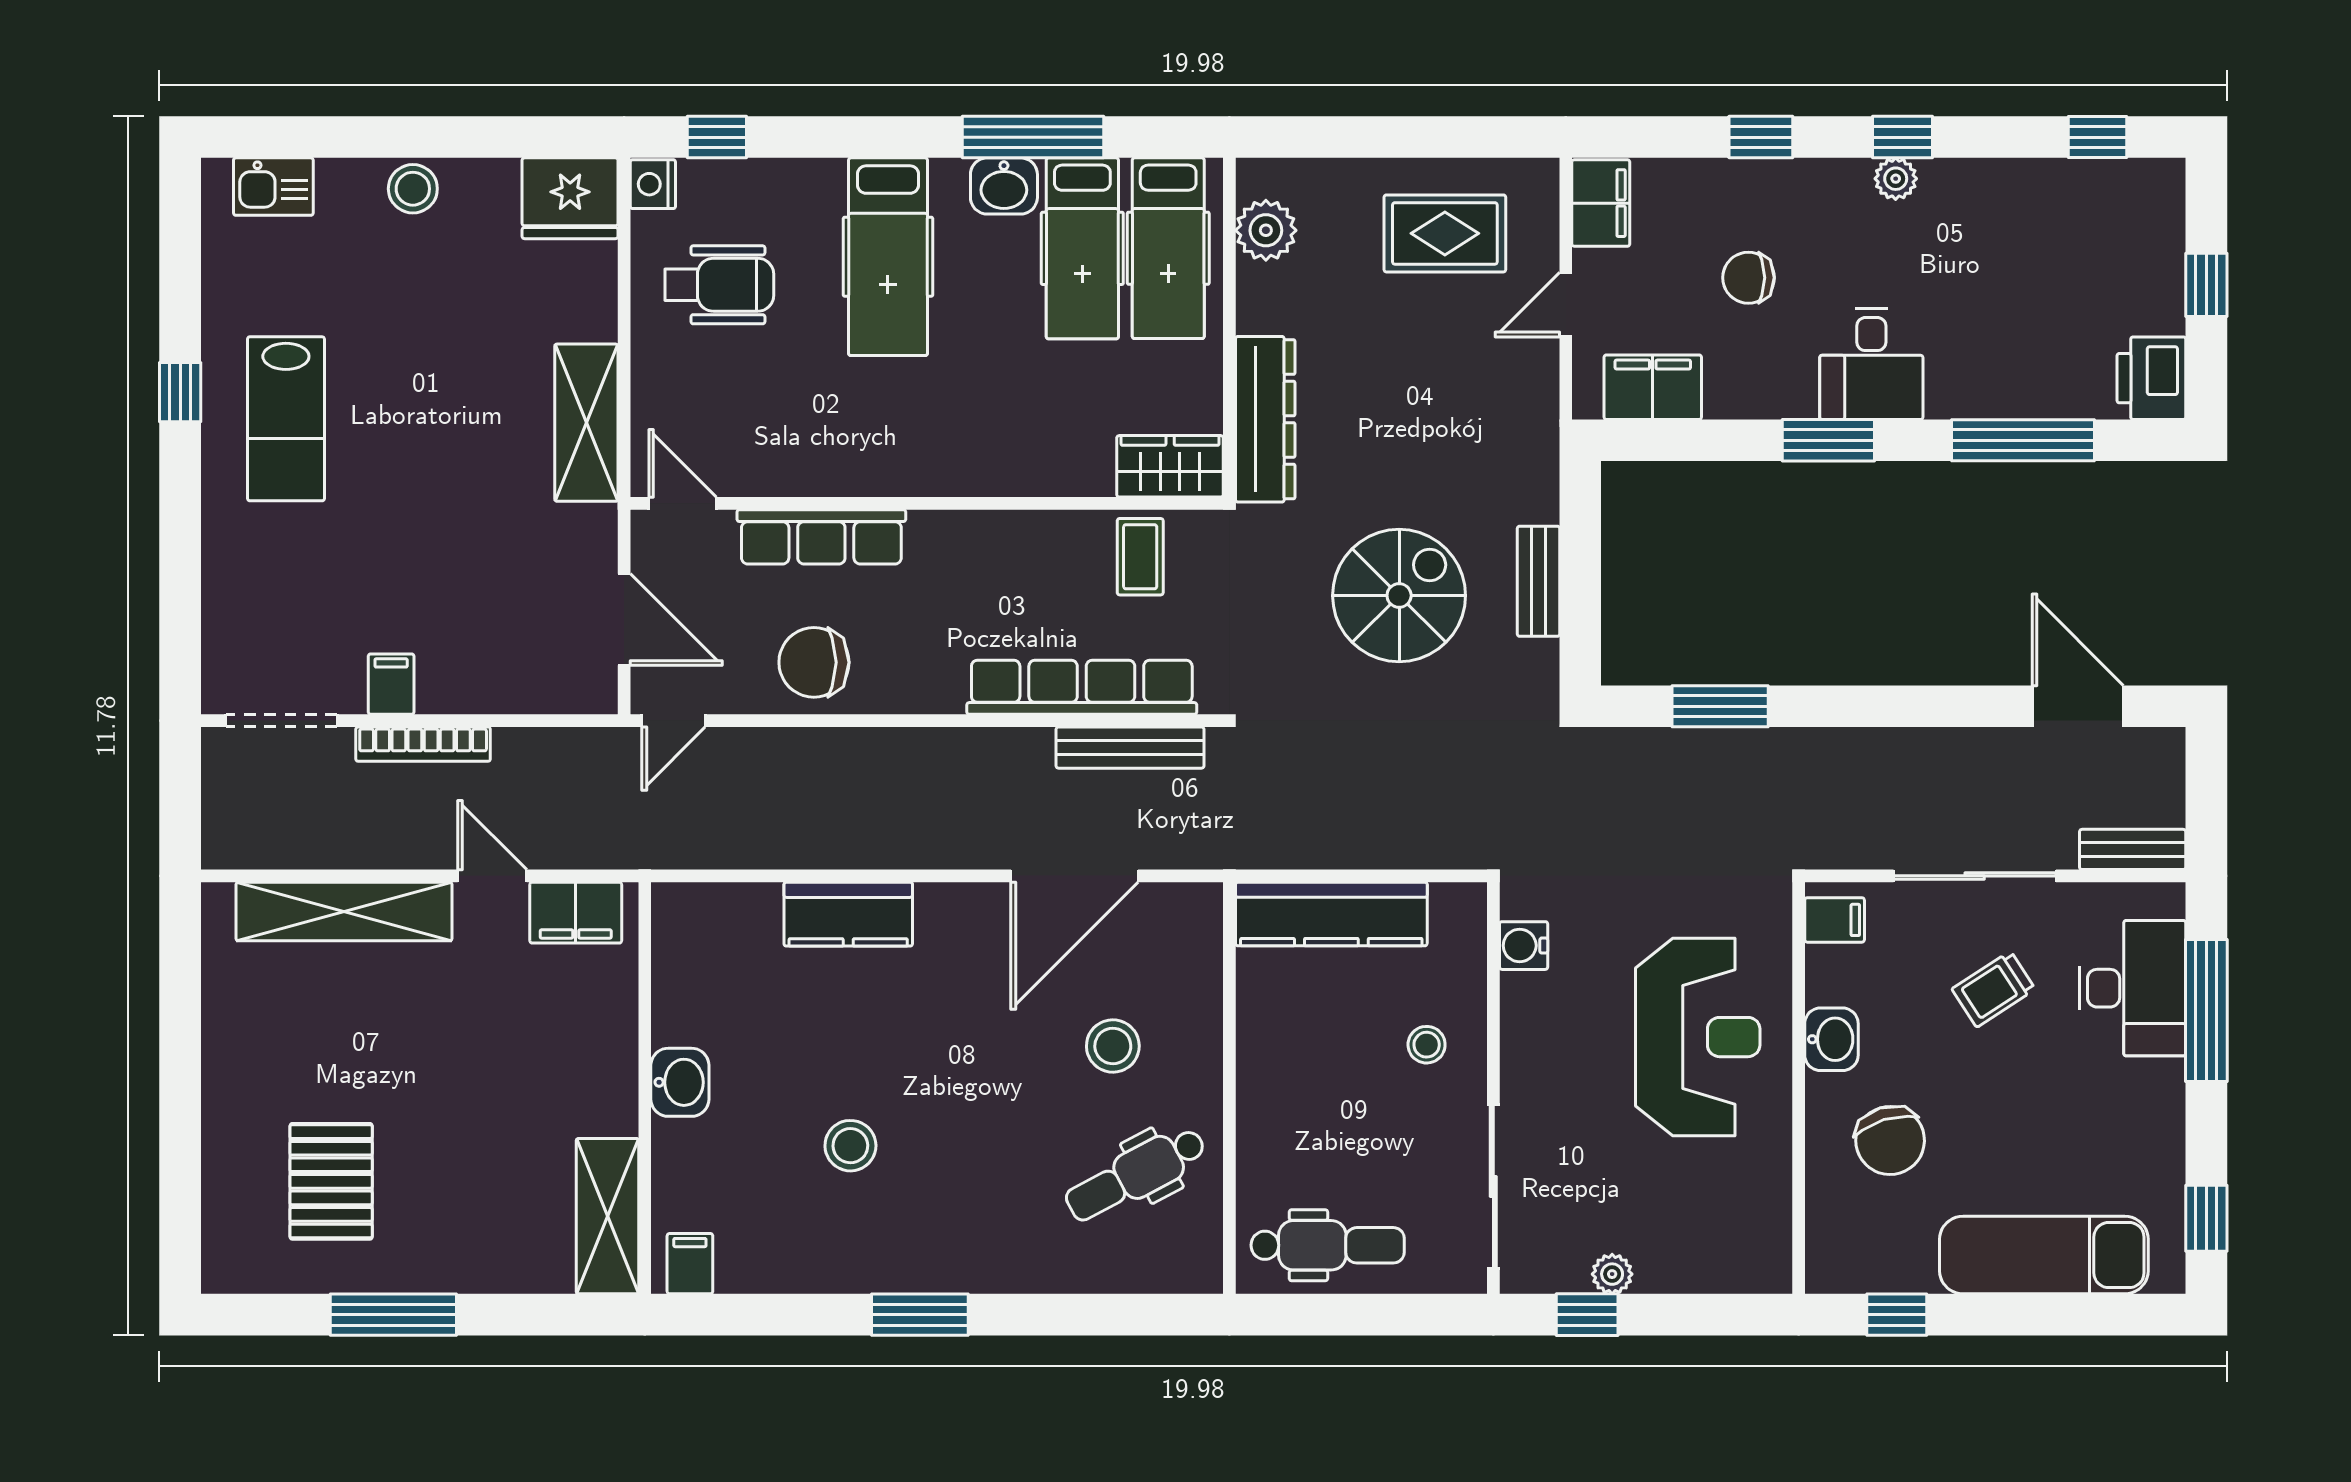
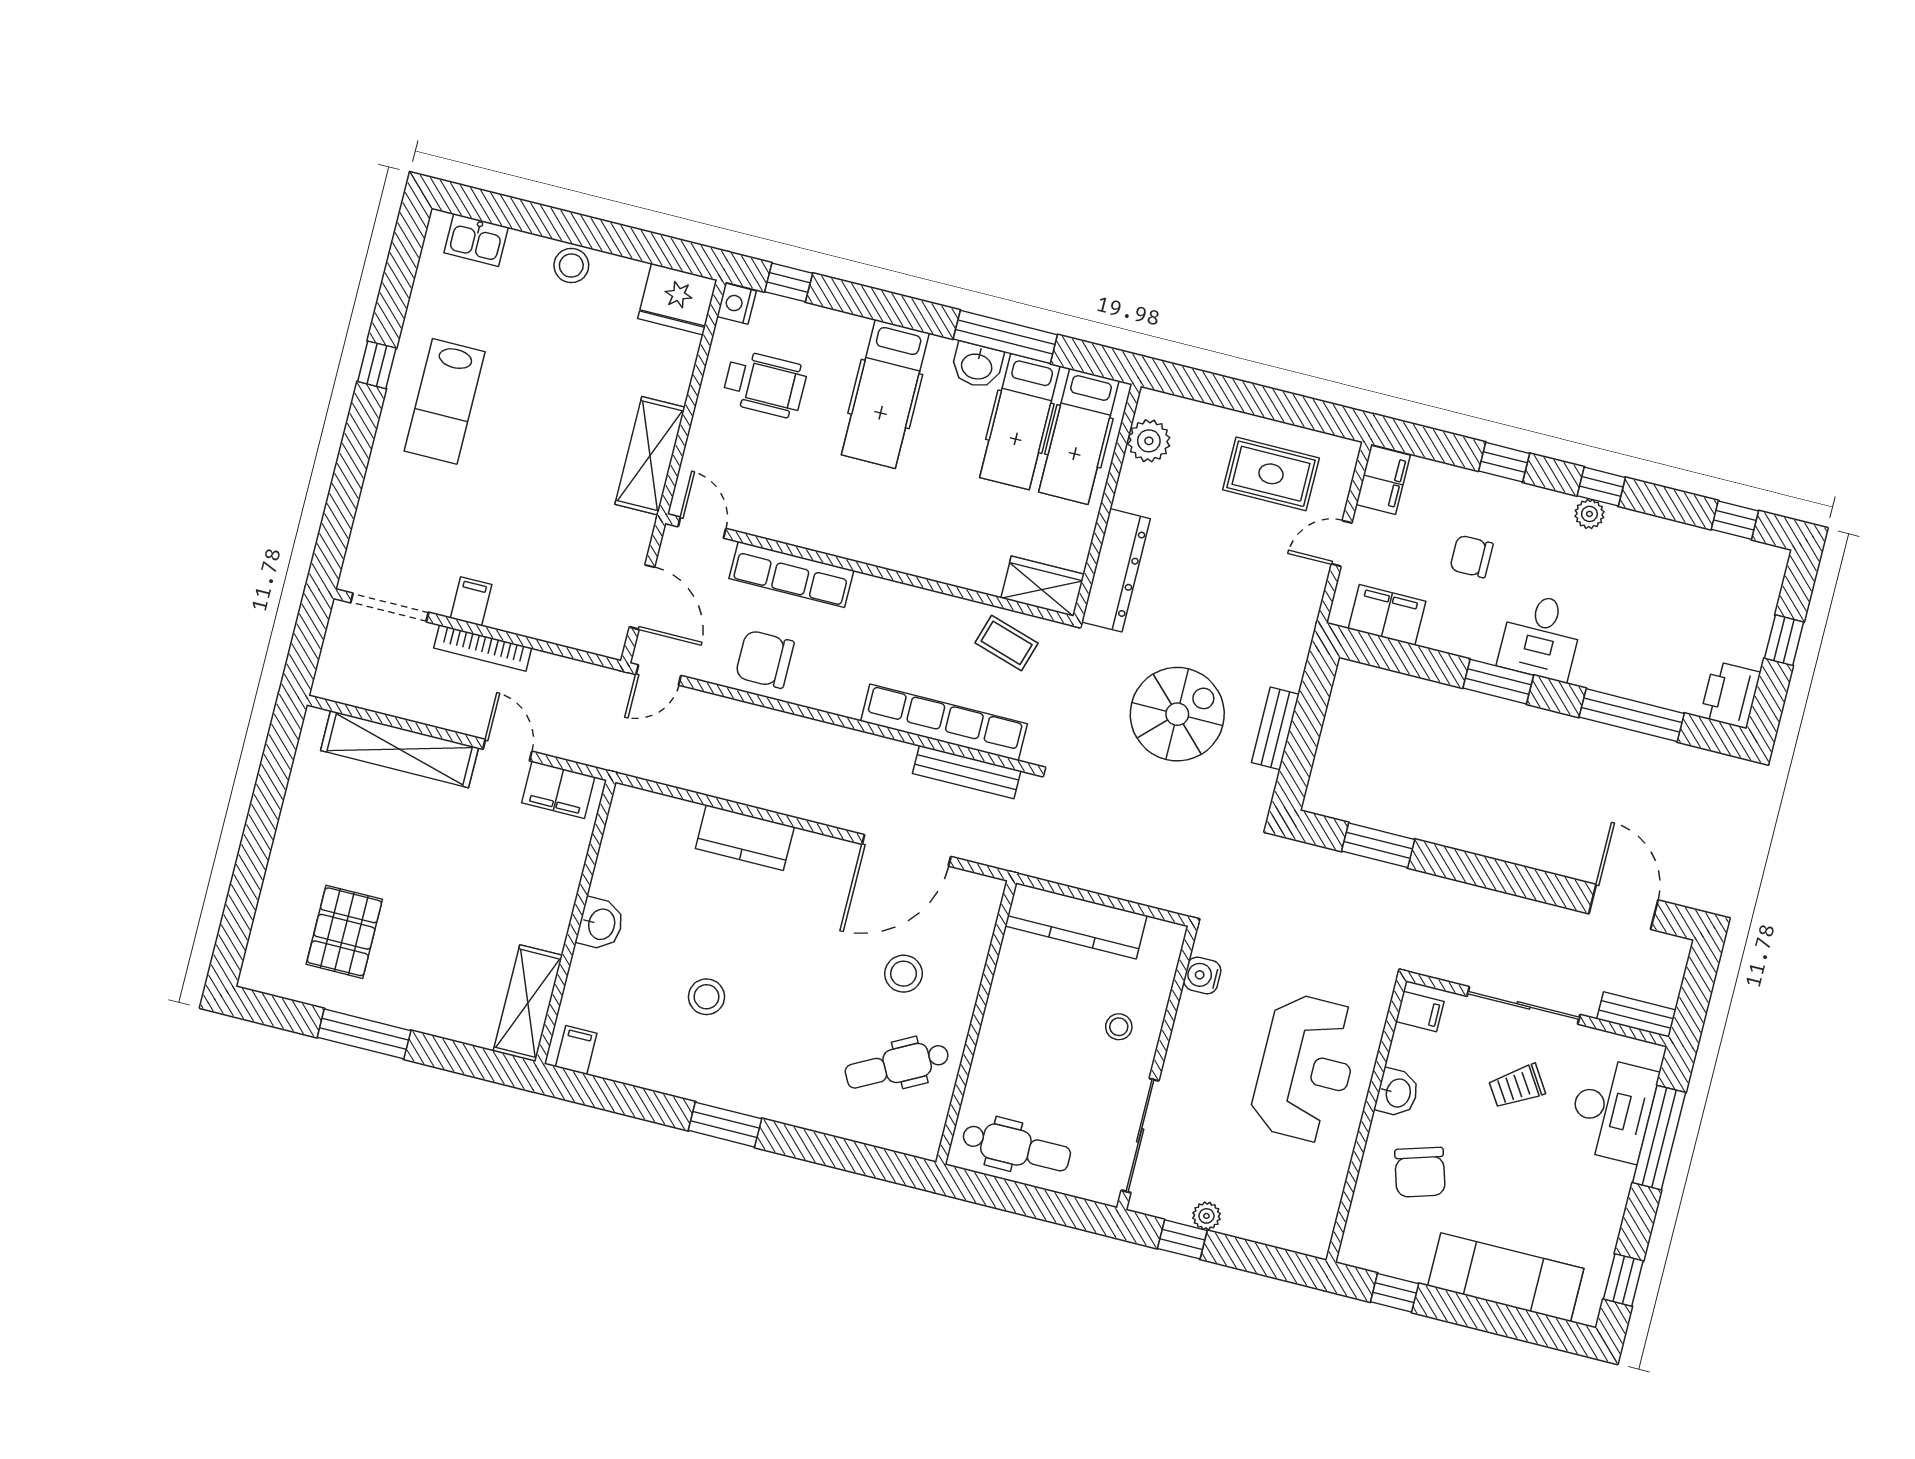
coffee table: (1140, 557) -> (1007, 643), turned -73

